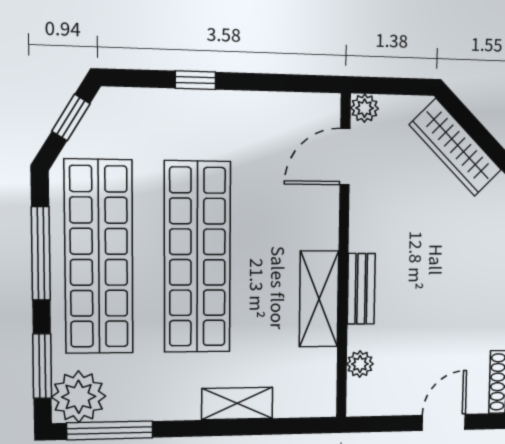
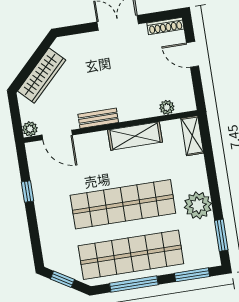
window: (195, 80) -> (28, 191), moved
bench: (361, 289) -> (98, 118), moved
plant: (79, 397) -> (198, 205), moved
shelving: (237, 403) -> (192, 136), moved
window: (110, 430) -> (221, 235), width x0.69

